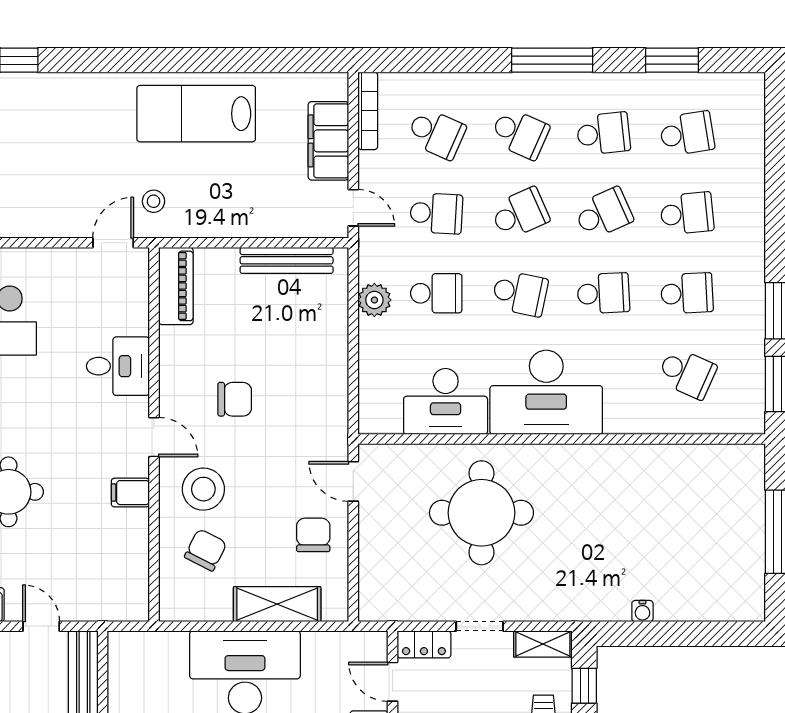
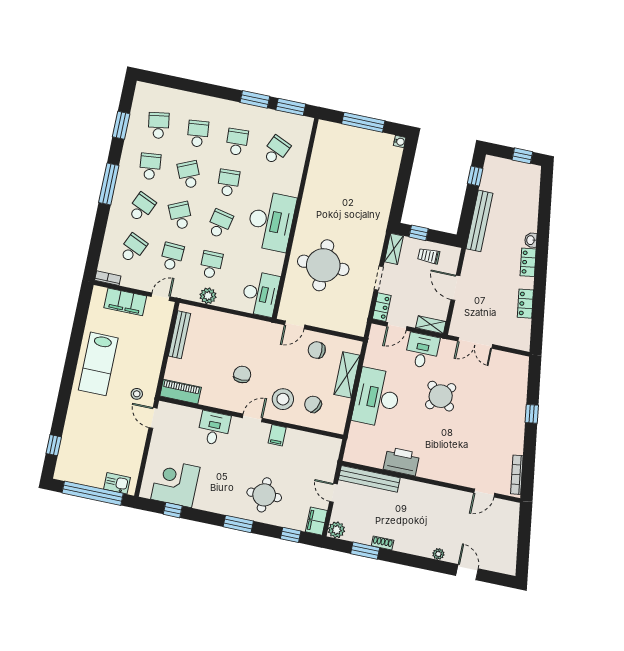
bookcase: (368, 111) -> (108, 278), width x0.64
desk: (446, 401) -> (260, 294), moved
water cooler: (642, 611) -> (400, 142), moved
door: (41, 626) -> (333, 493), hinge flipped

